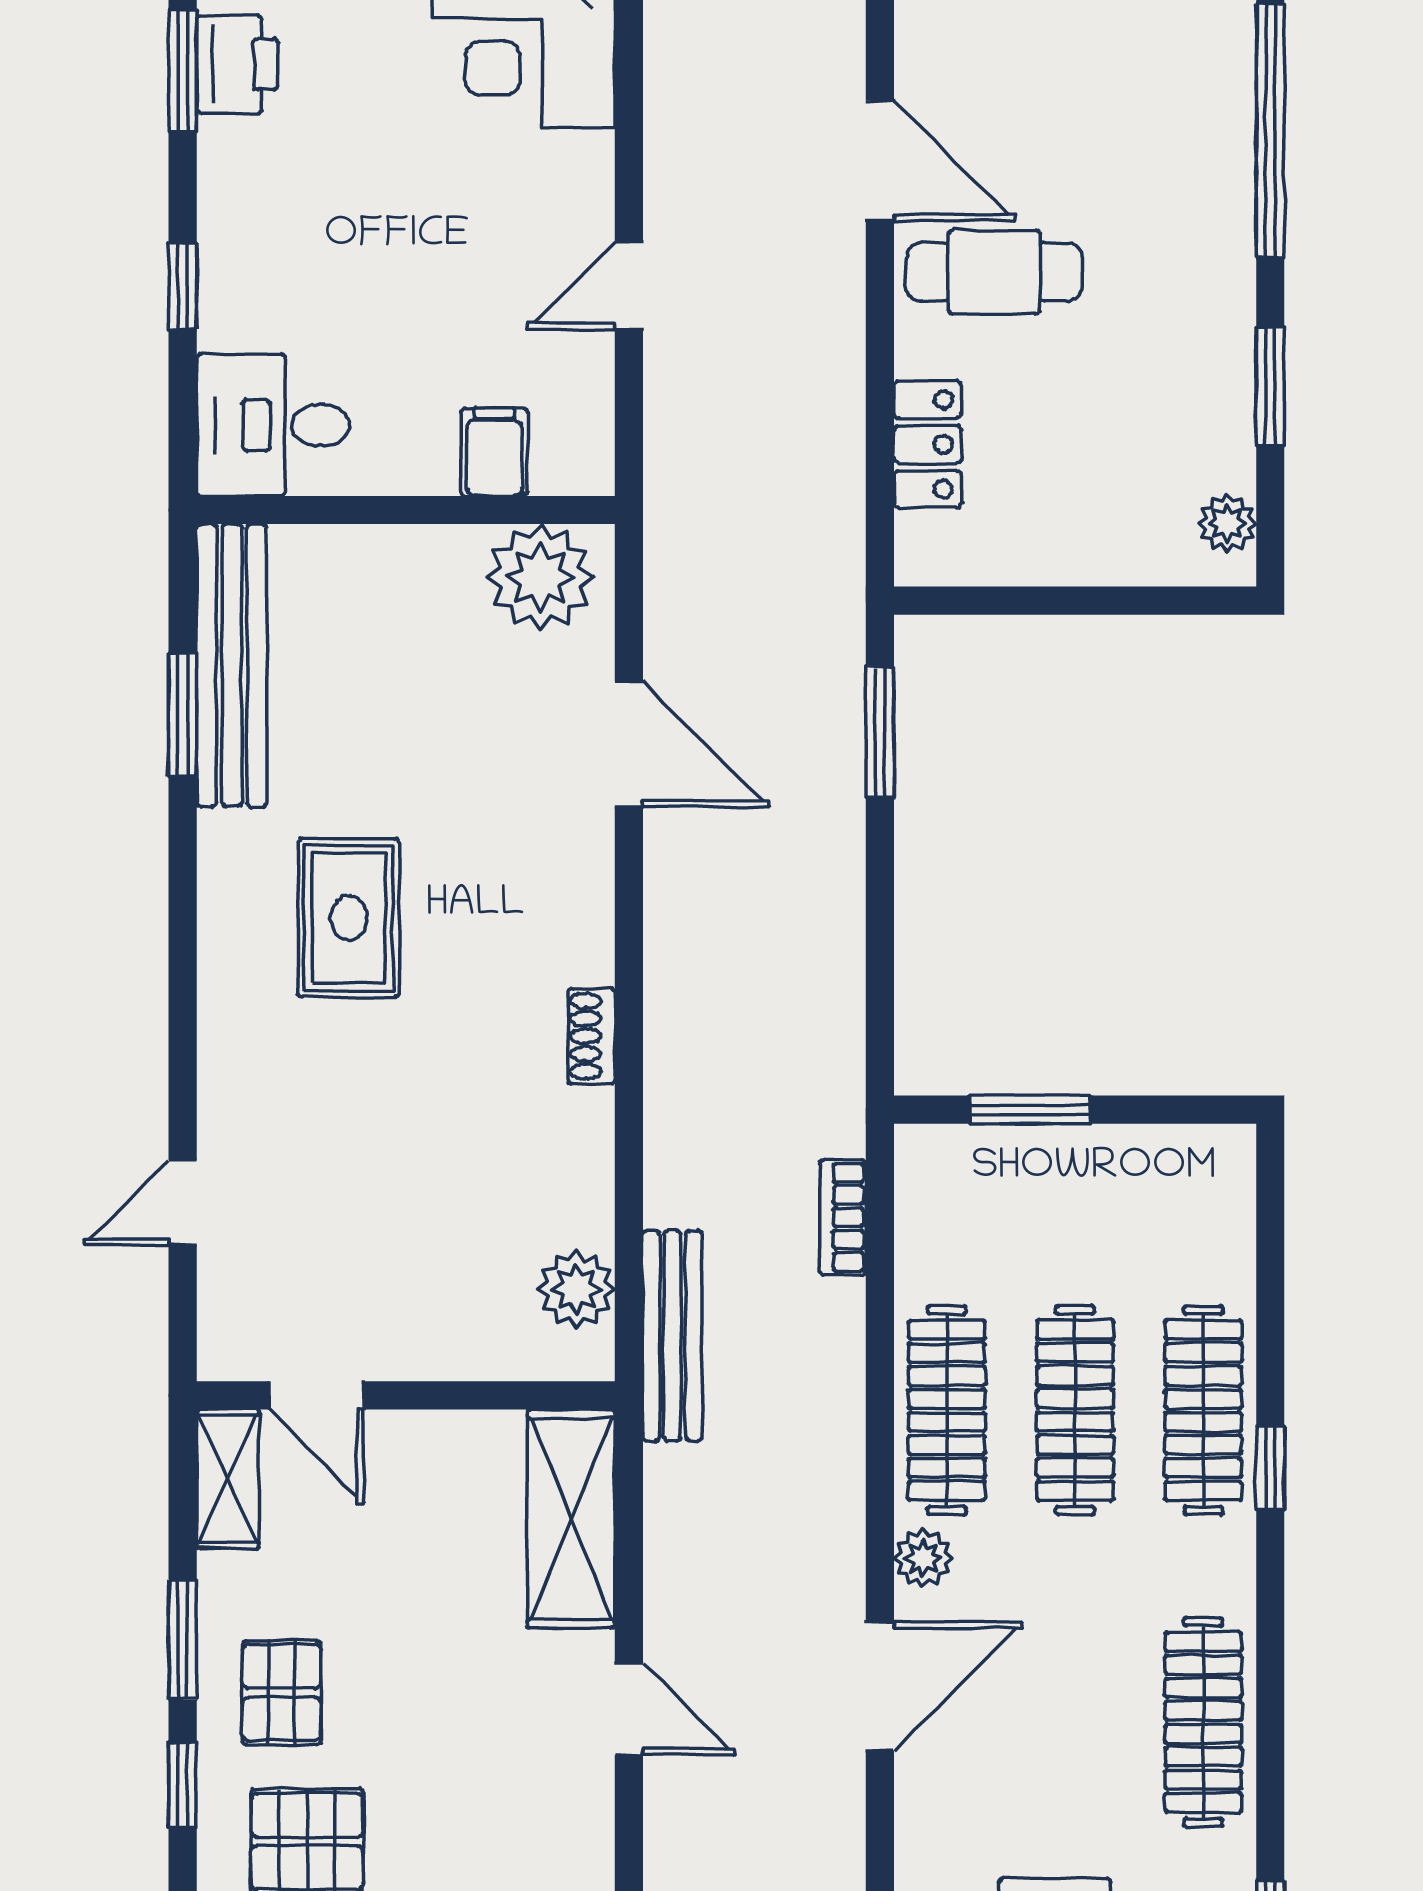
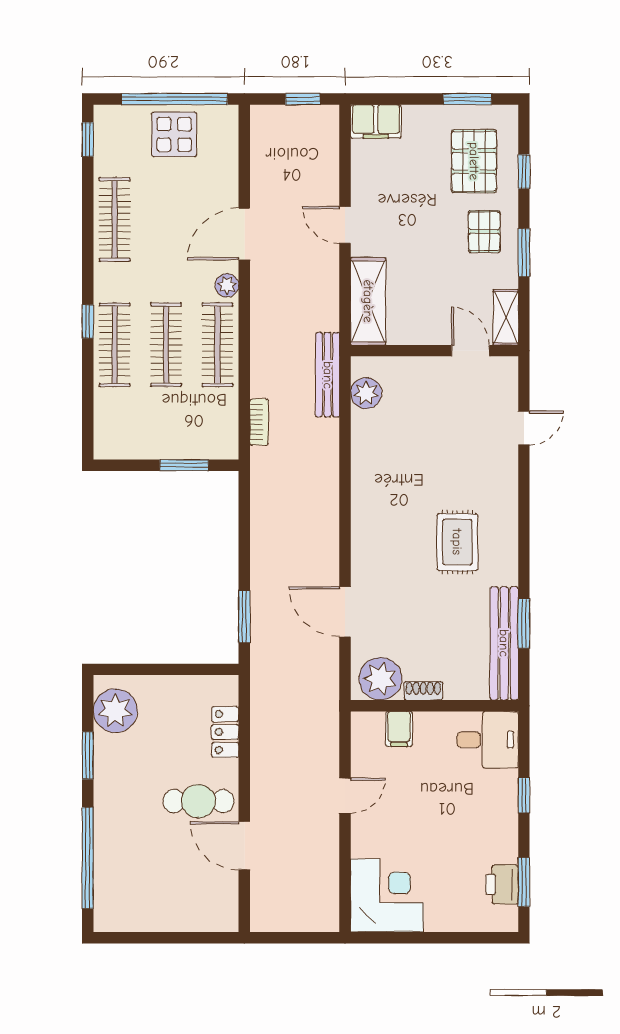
plant: (1227, 523) -> (115, 711), width x1.87, depth x1.87
shoe rack: (592, 1036) -> (423, 691), moved, turned -90
window: (183, 1785) -> (524, 172), moved

